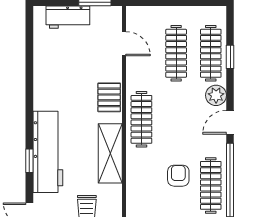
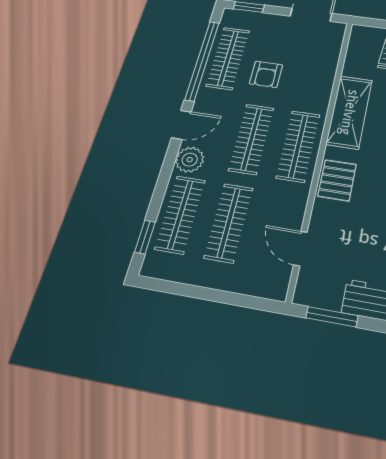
window: (230, 57) -> (145, 237), moved
clothes rail: (176, 119) -> (251, 139), added

